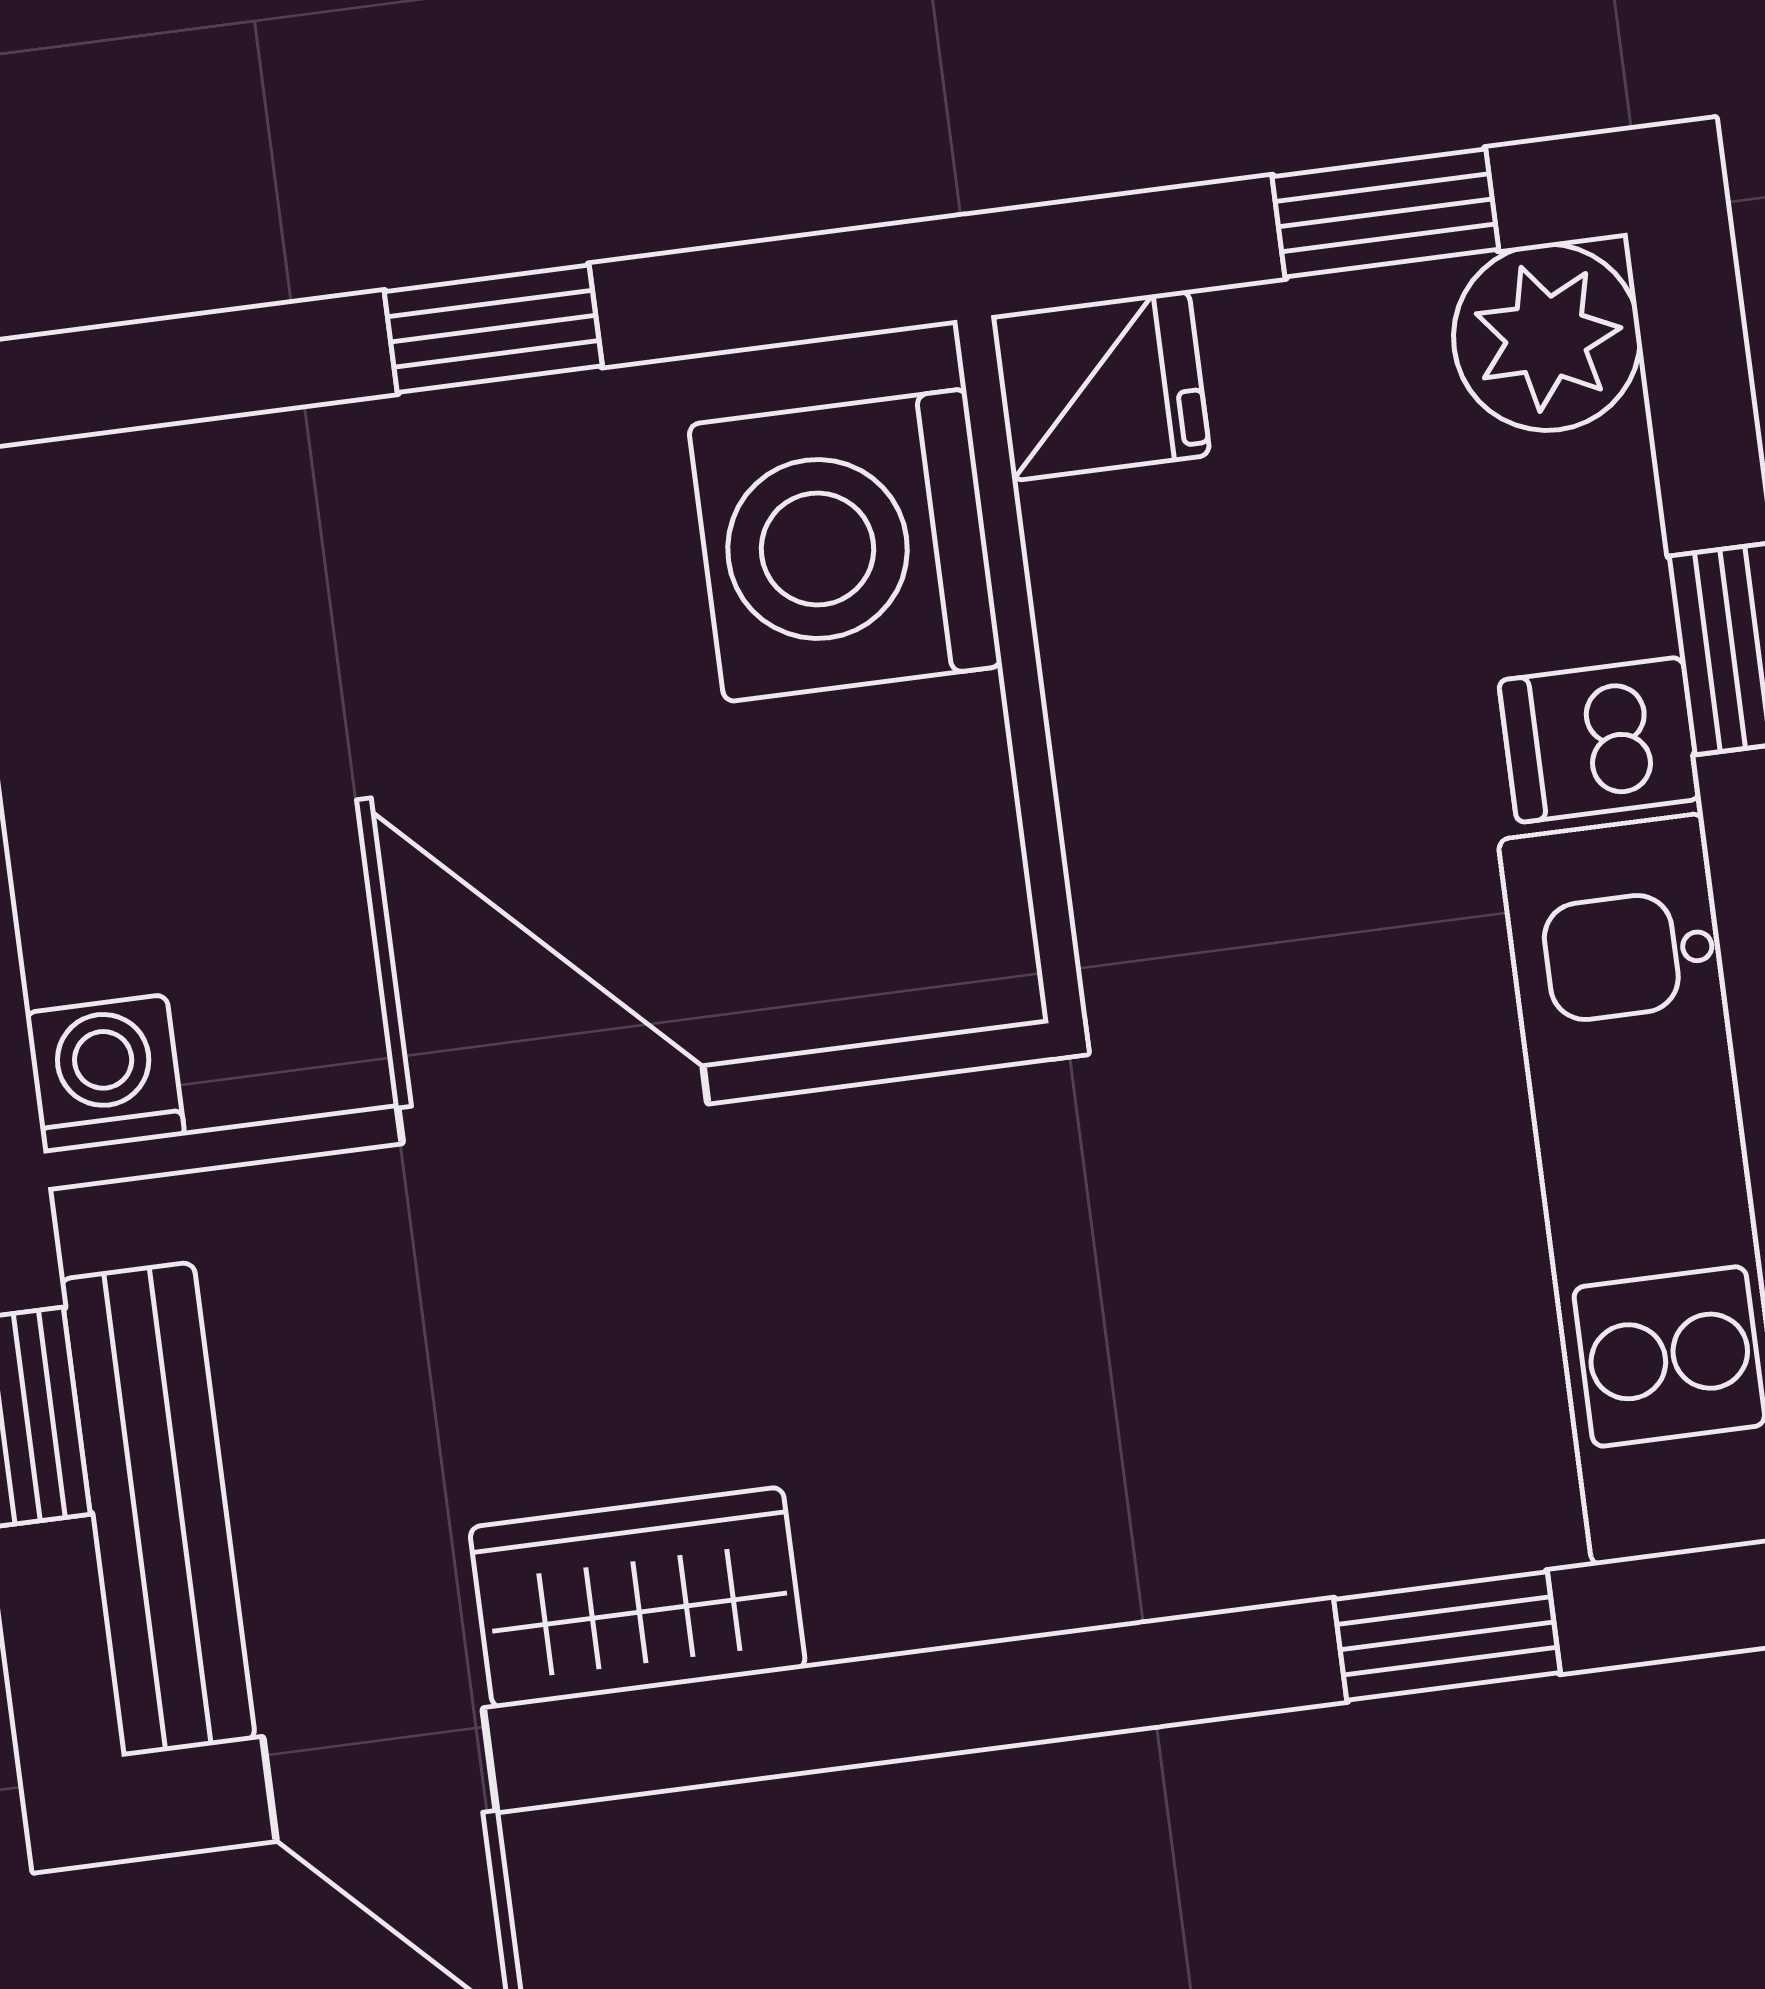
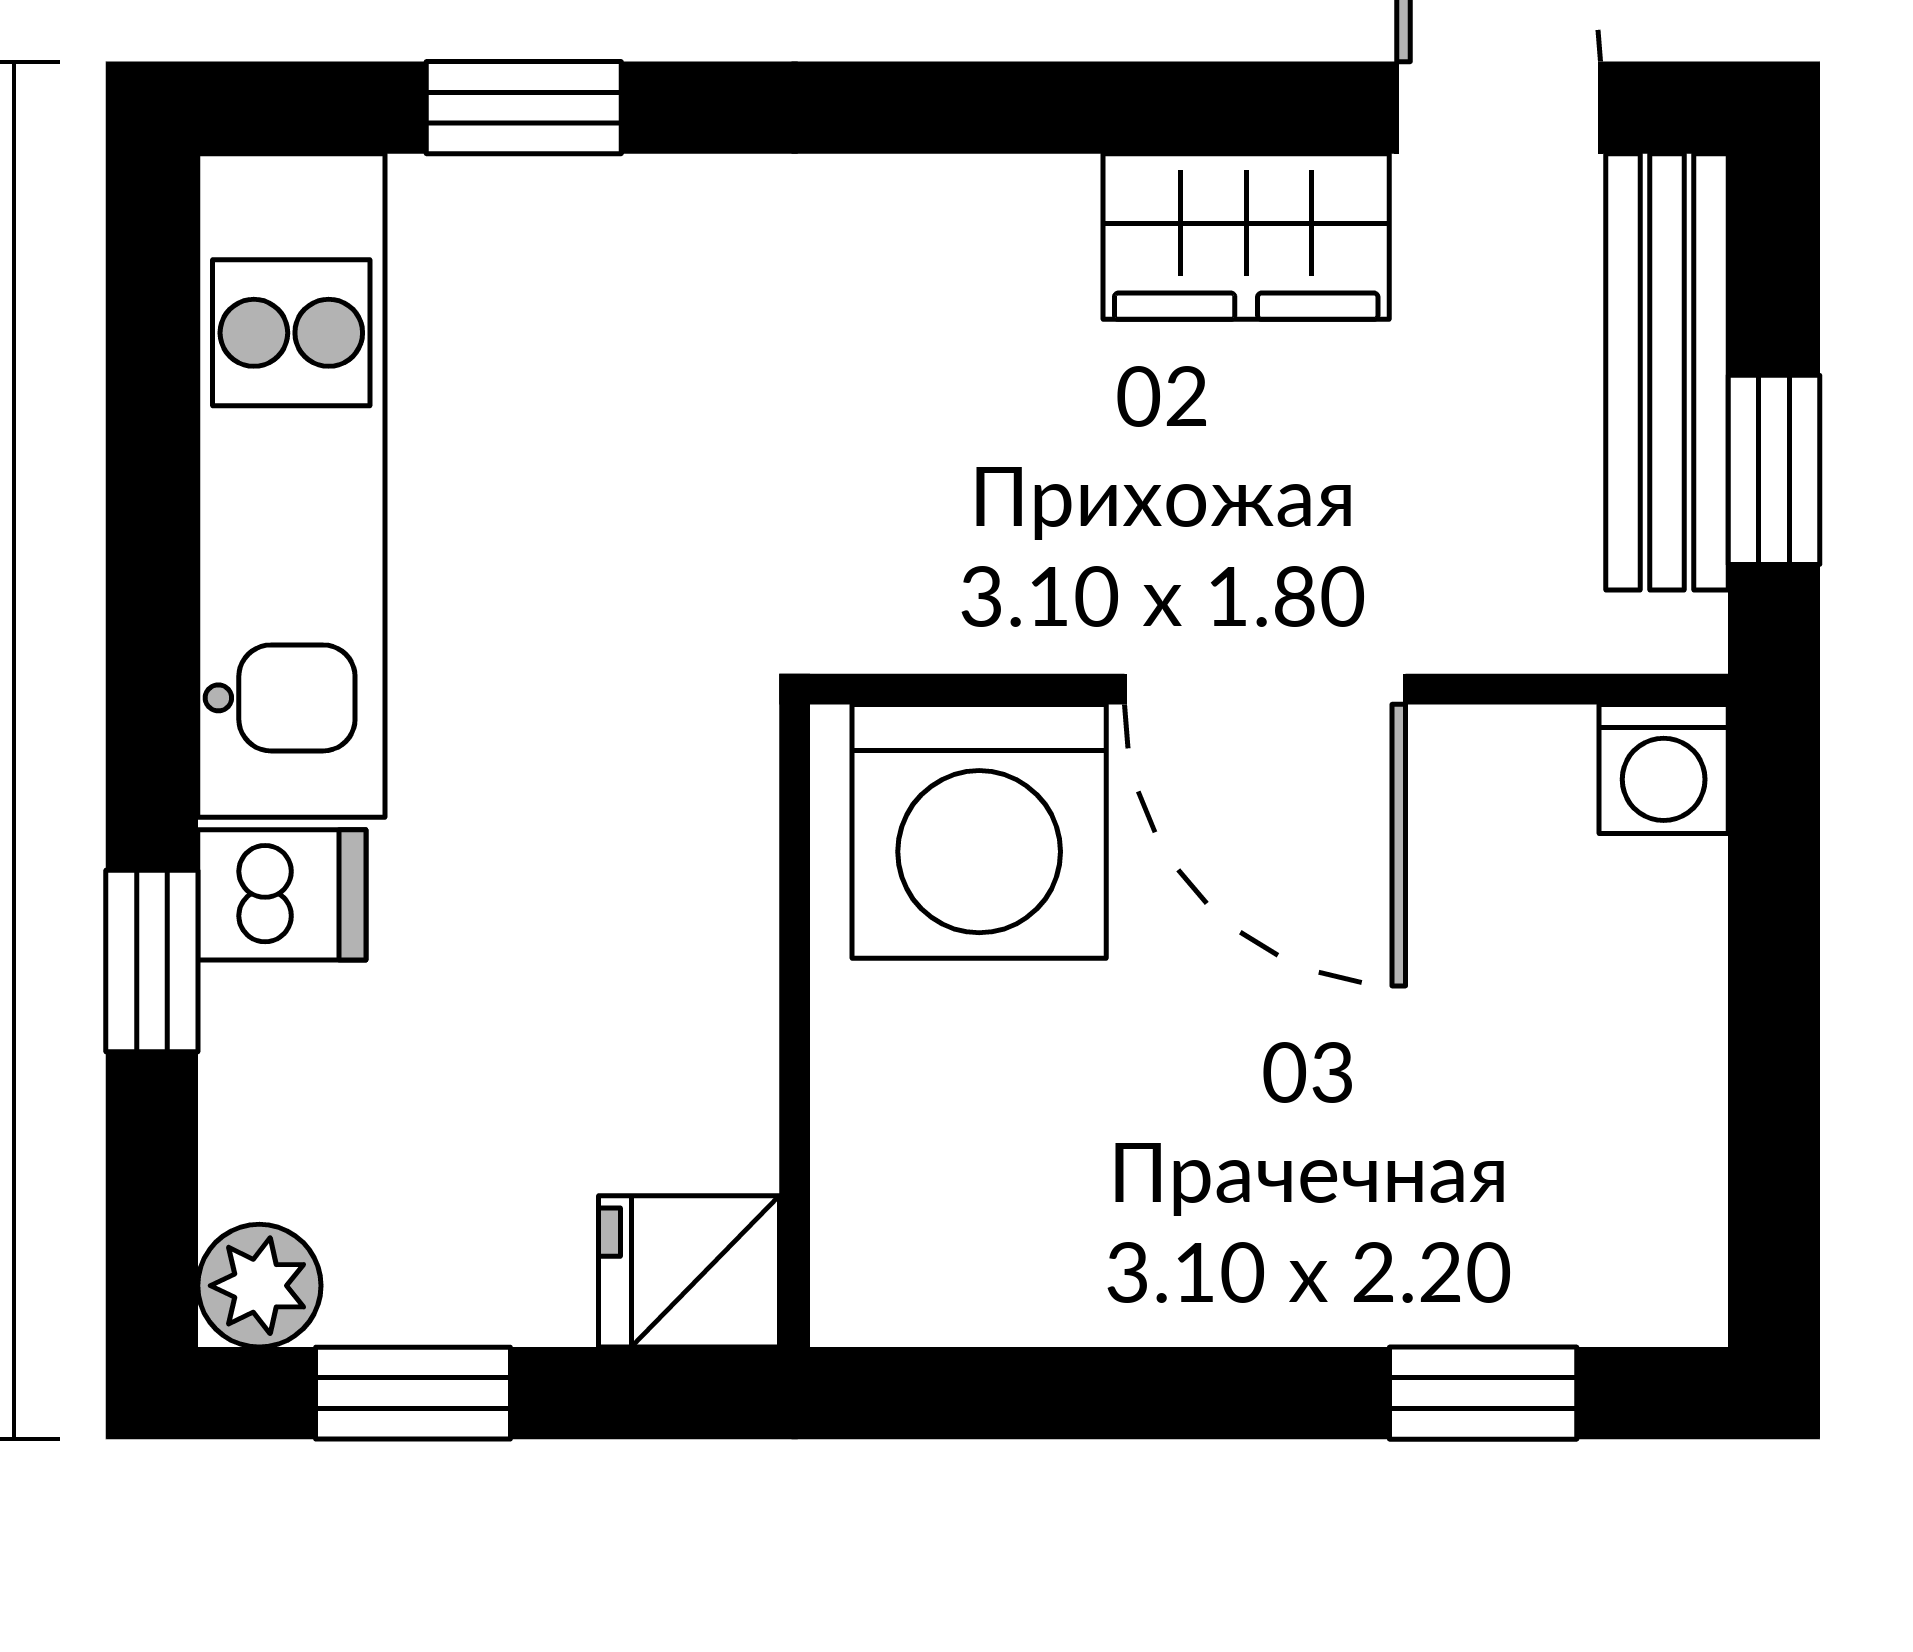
window: (493, 329) -> (1483, 1393), moved
plant: (1547, 337) -> (259, 1286), width x0.73, depth x0.73
washing machine: (845, 545) -> (979, 831), moved, turned 90

